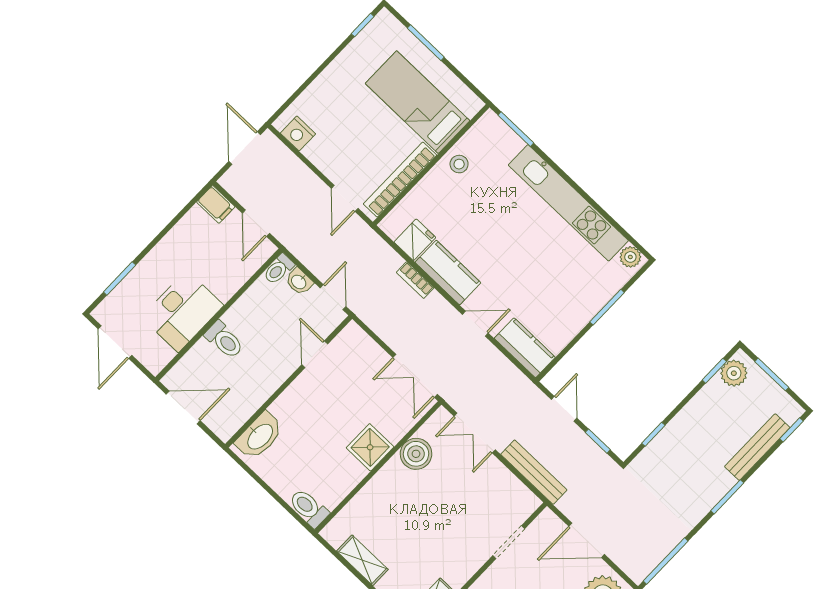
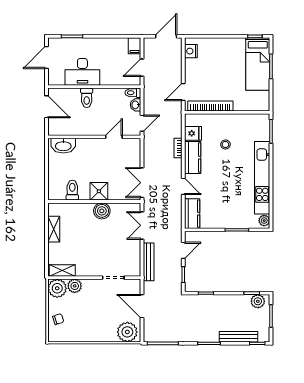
bed: (417, 102) -> (258, 64), moved, turned 180
stool: (459, 164) -> (225, 144), moved
boiler: (416, 454) -> (102, 211), moved
toilet: (309, 508) -> (72, 190), moved

